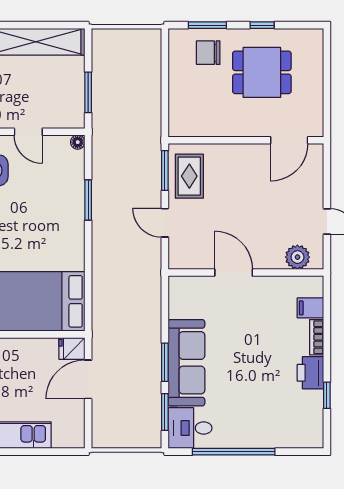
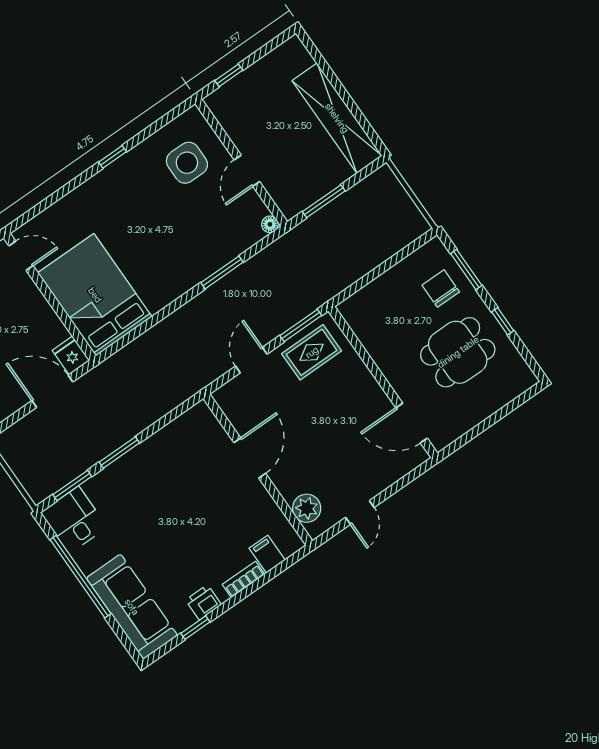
dining table: (262, 72) -> (458, 352), turned 90
sofa: (186, 363) -> (132, 607), moved, turned -90
printer: (310, 373) -> (204, 602), width x0.73, depth x0.81

